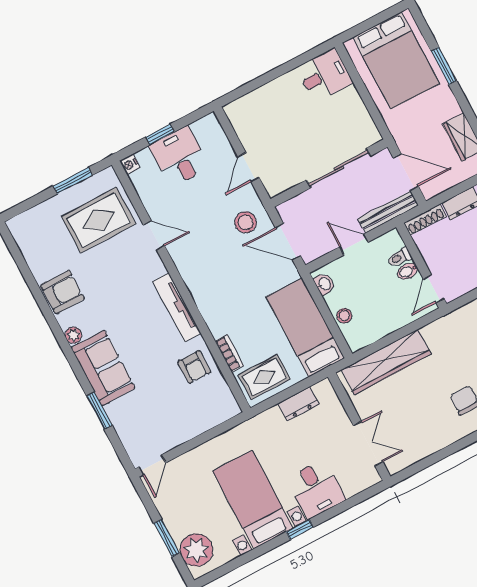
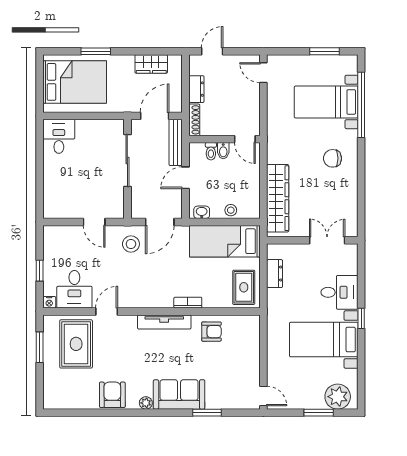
desk: (179, 157) -> (74, 289), moved, turned -90
bookcase: (229, 353) -> (188, 303), moved

